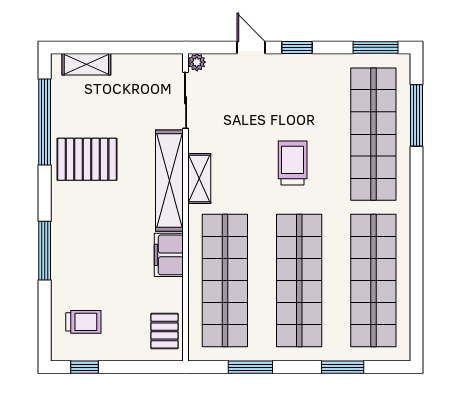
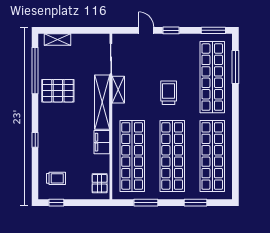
plant: (197, 62) -> (117, 38), removed
shelving: (199, 178) -> (118, 90), moved
window: (45, 251) -> (35, 140), width x0.46

